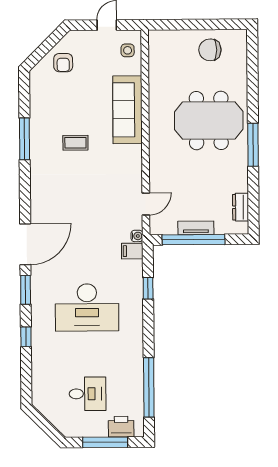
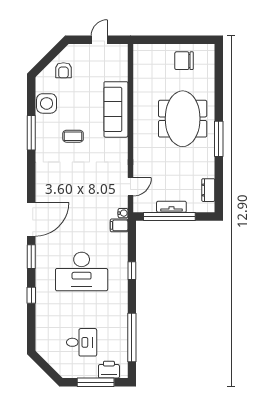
side table: (128, 50) -> (47, 103), moved, width x1.87, depth x1.87
meeting table: (209, 120) -> (183, 119), turned 90
window: (148, 288) -> (132, 271), moved

